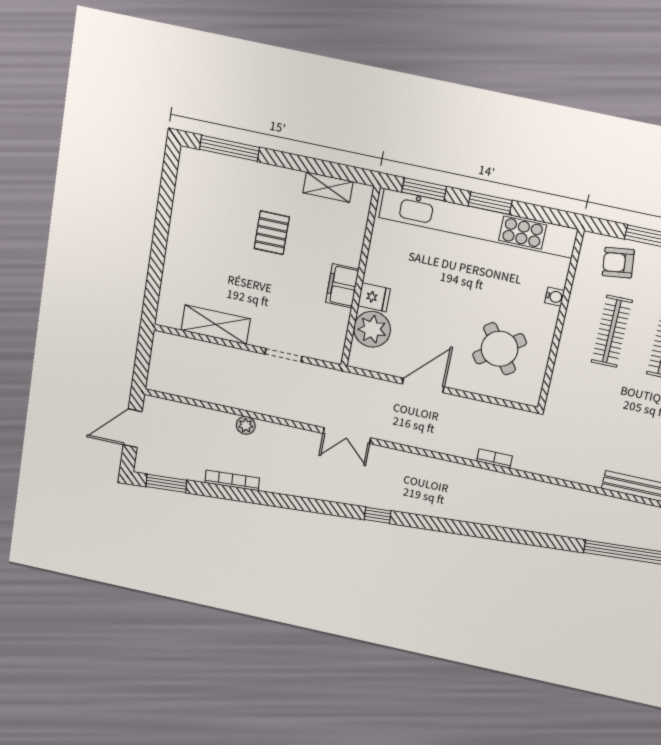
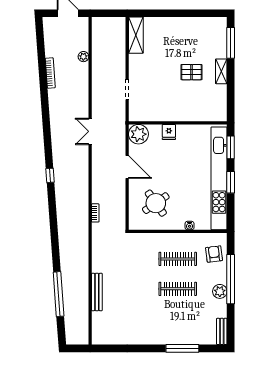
shelving: (328, 187) -> (221, 71), moved
filing cabinet: (342, 286) -> (171, 114), removed
shelving: (216, 325) -> (136, 35), moved
plant: (372, 329) -> (138, 134), moved
plant: (246, 425) -> (83, 57), moved
window: (166, 483) -> (40, 37), removed
window: (378, 515) -> (50, 175), moved

